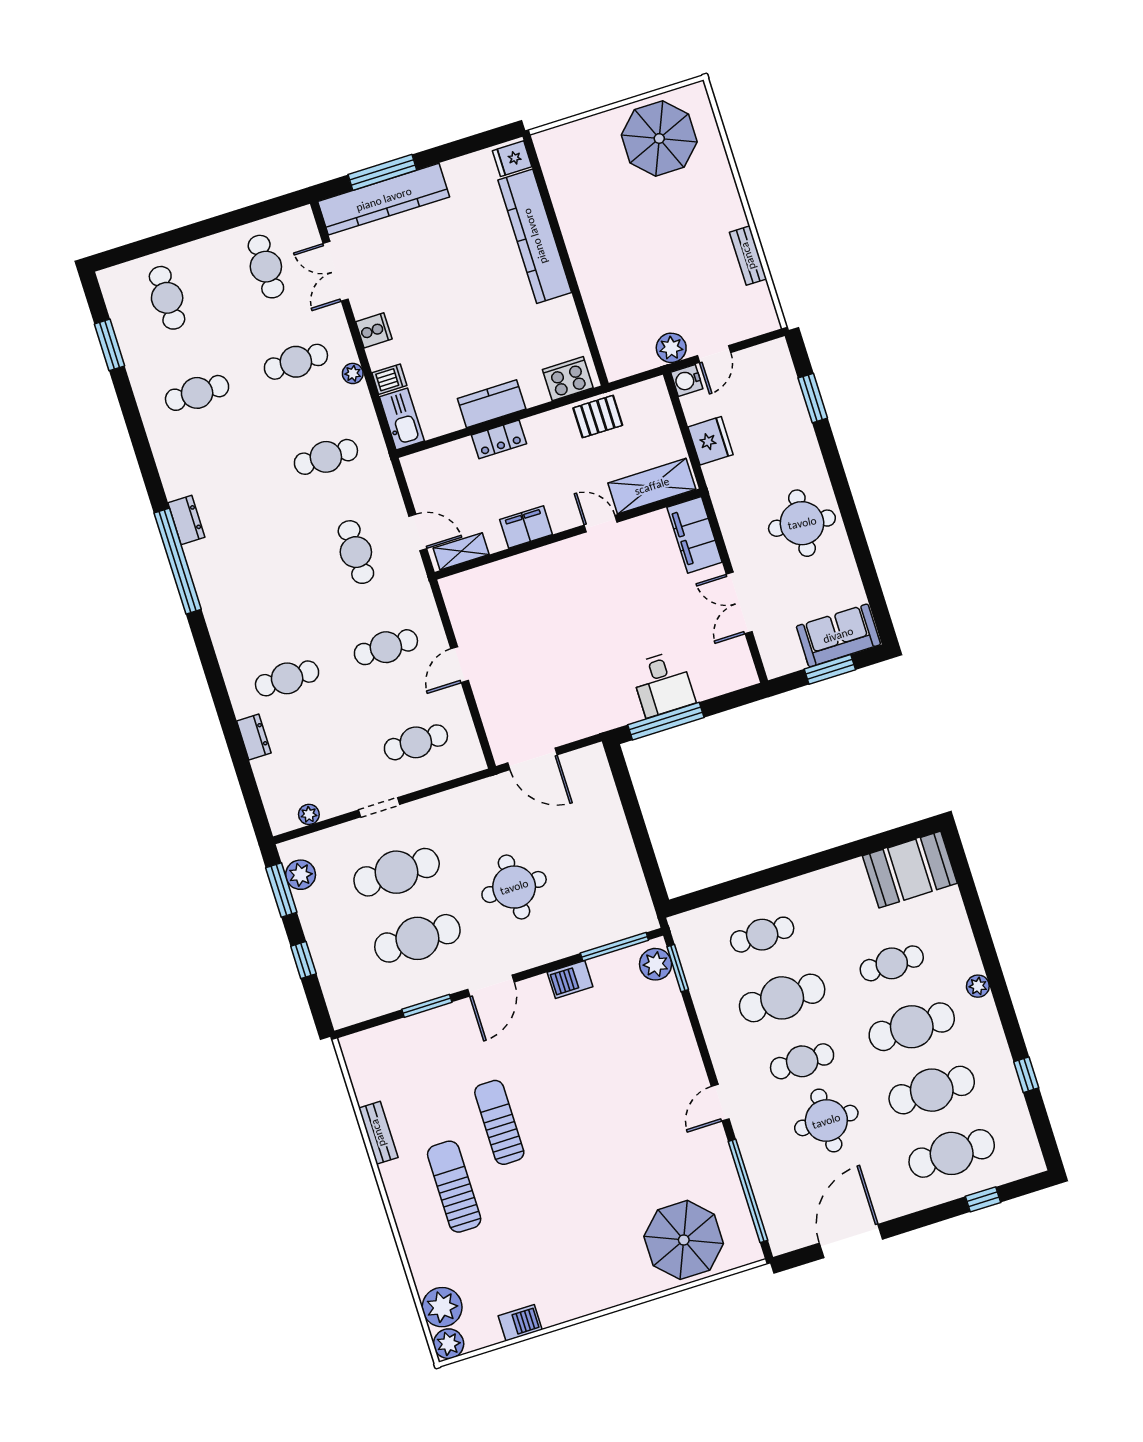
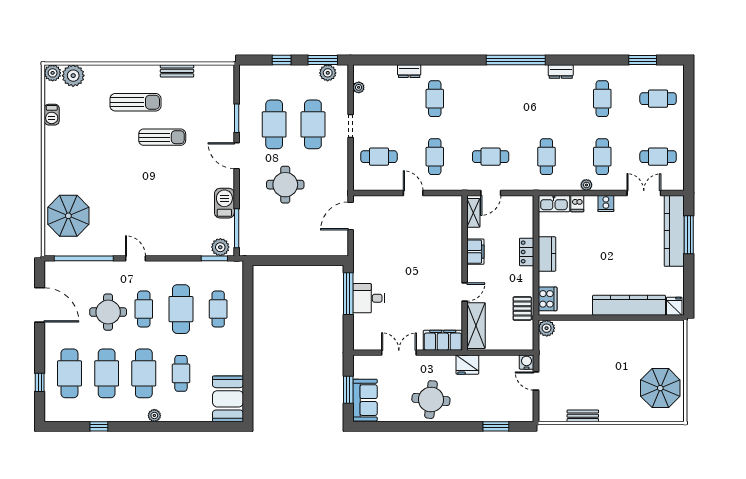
plant: (671, 348) -> (547, 328), moved
fridge: (711, 441) -> (467, 365), moved
dresser: (186, 520) -> (561, 72), moved
cafe table: (416, 742) -> (379, 157), turned 90
barbecue: (570, 980) -> (224, 203), width x1.38, depth x1.27

